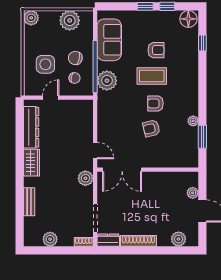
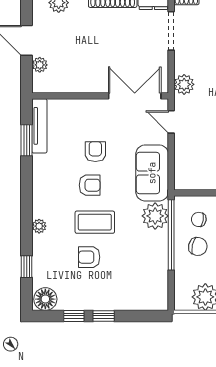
sofa: (109, 40) -> (152, 173), moved
plant: (193, 121) -> (39, 226), moved
armchair: (151, 128) -> (95, 152), turned -76
tv unit: (193, 147) -> (39, 126), added

